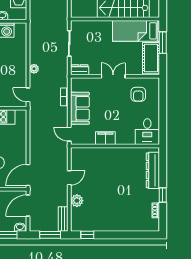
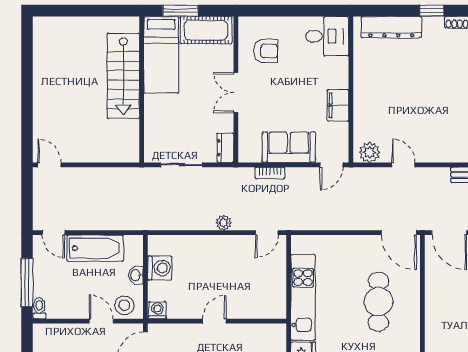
plant: (77, 201) -> (370, 152), moved

